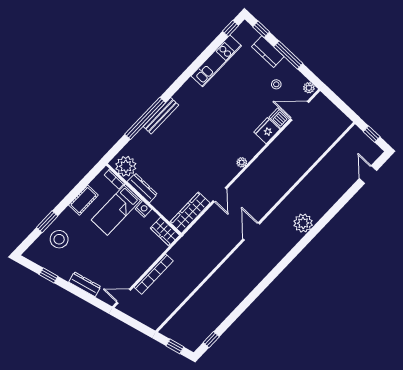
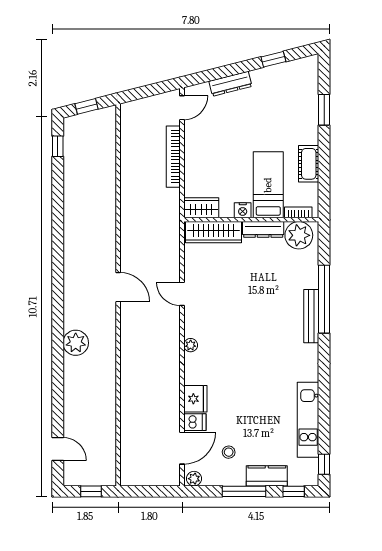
wardrobe: (190, 213) -> (213, 232), moved, turned 90
stool: (59, 239) -> (296, 104), removed

